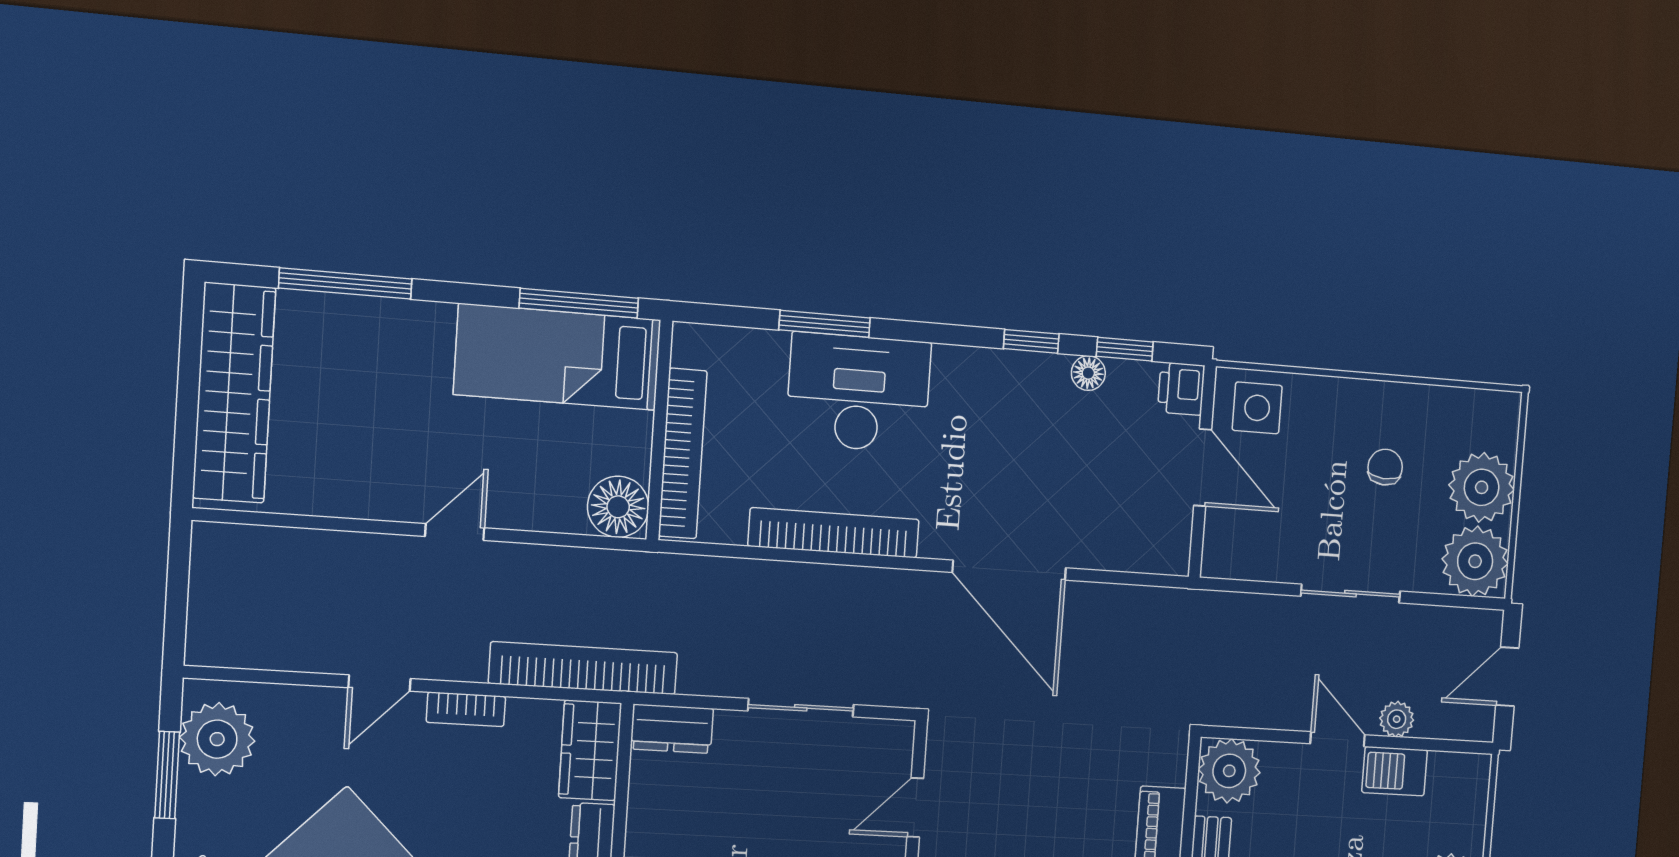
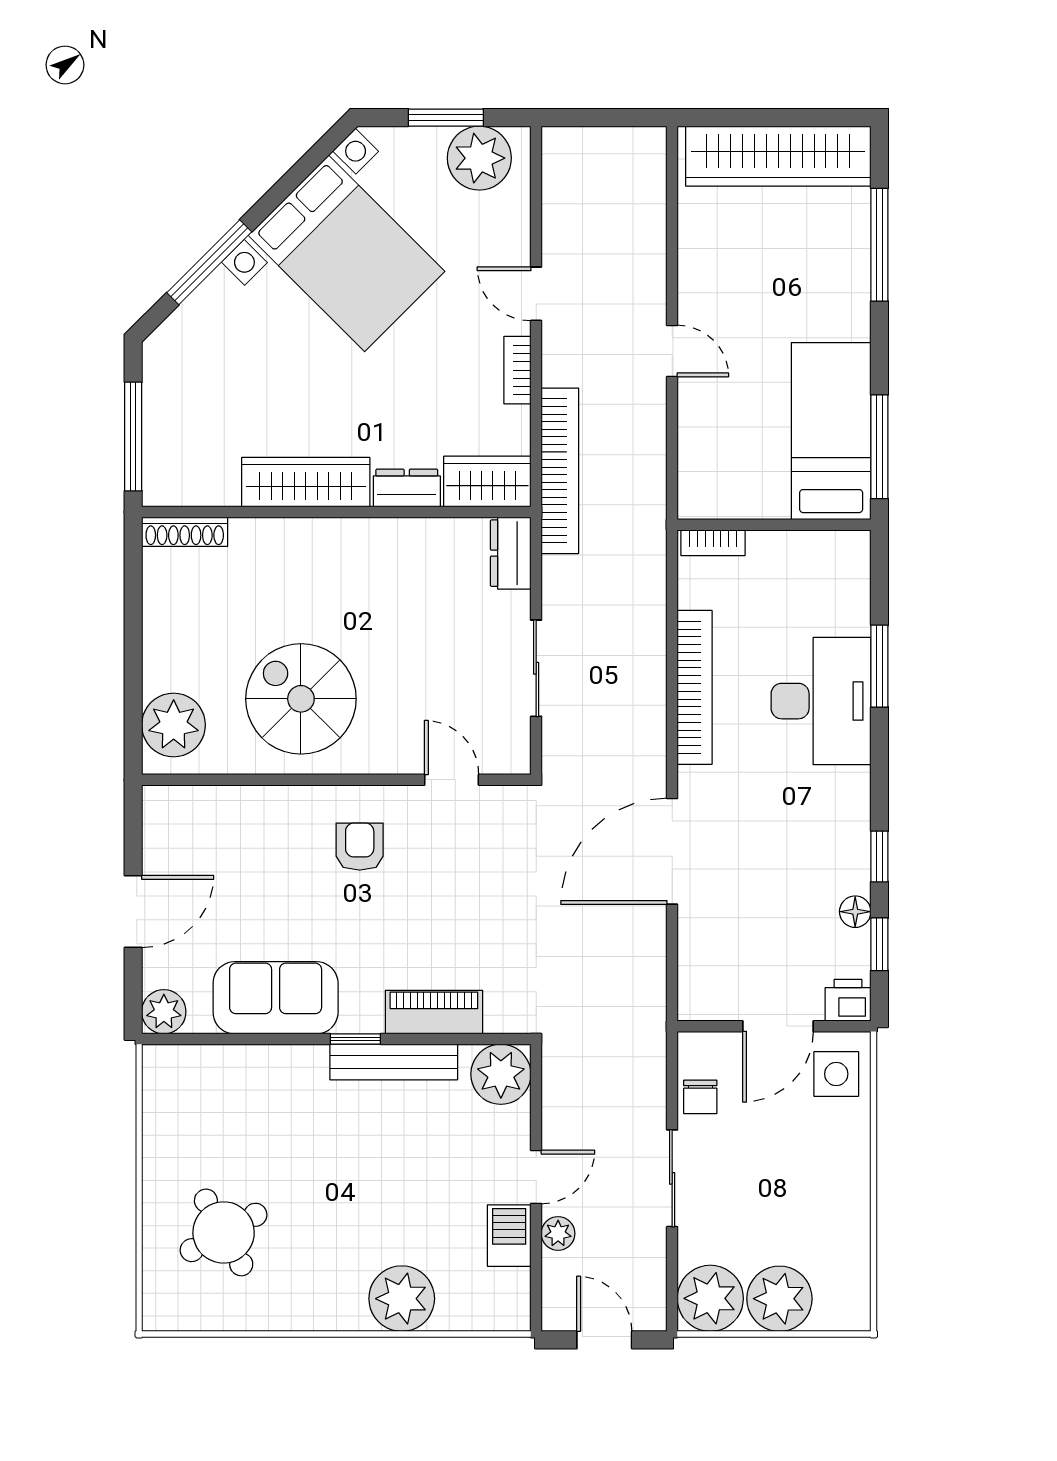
bookcase: (683, 453) -> (713, 543), width x0.43, depth x0.76
chair: (1385, 467) -> (700, 1097), moved, turned 86
floor lamp: (618, 507) -> (704, 493), removed

